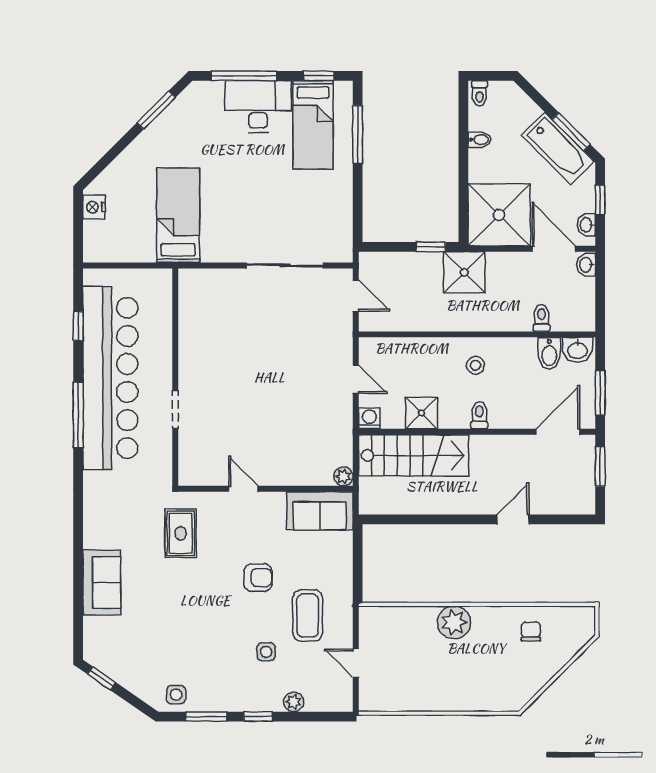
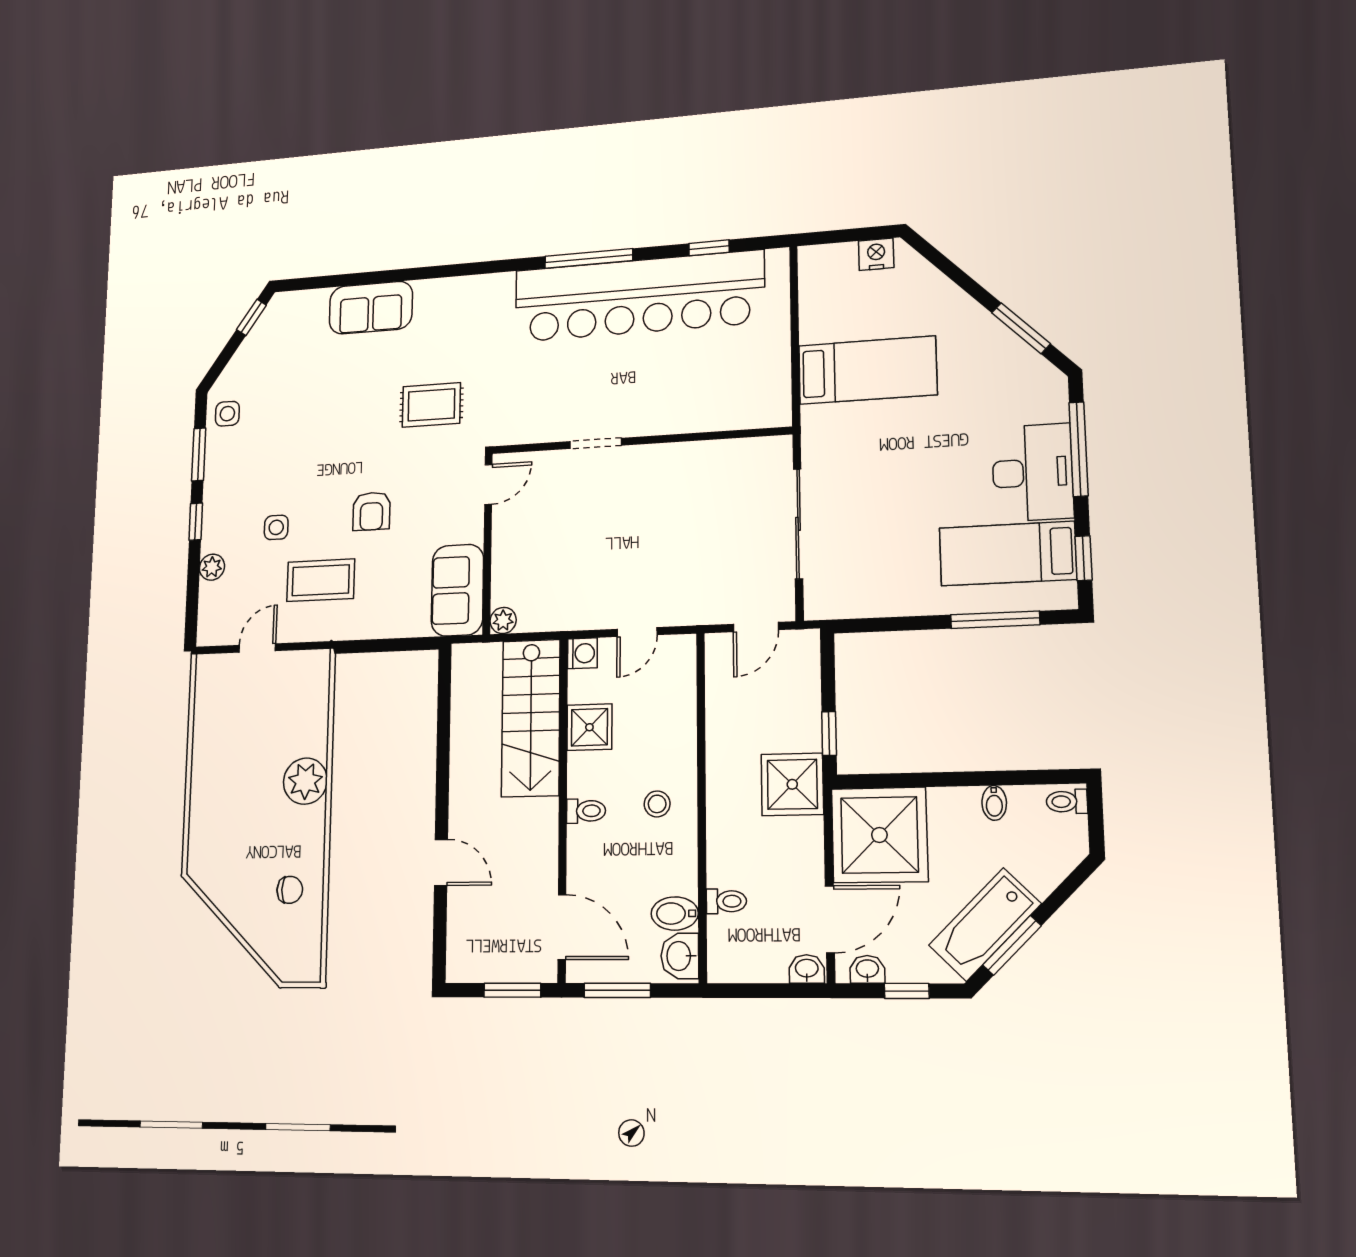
wall: (175, 377) -> (640, 441), moved
doorway: (175, 409) -> (596, 443), moved

